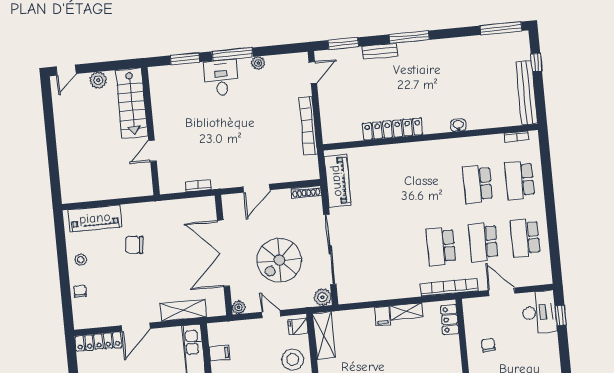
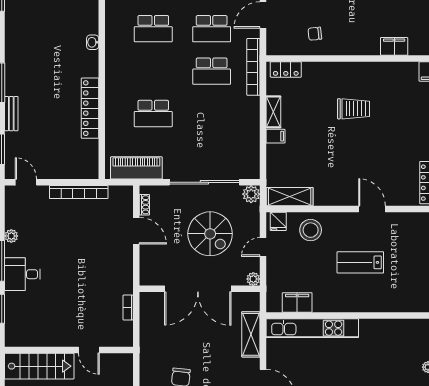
door: (257, 188) -> (136, 231), moved
shoe rack: (306, 192) -> (144, 205), width x0.70
school desk: (393, 192) -> (153, 113), added
filing cabinet: (220, 353) -> (297, 302), width x2.00

